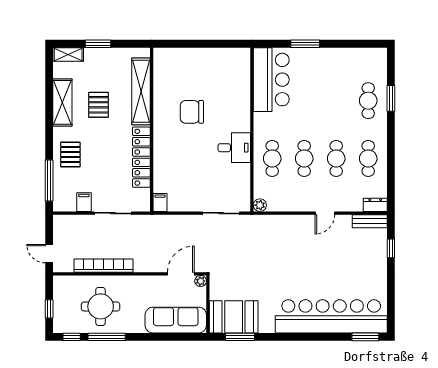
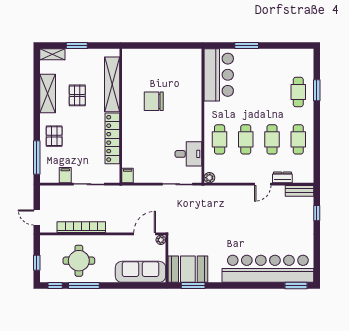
desk: (234, 148) -> (188, 154), moved
dresser: (375, 205) -> (282, 177), moved

